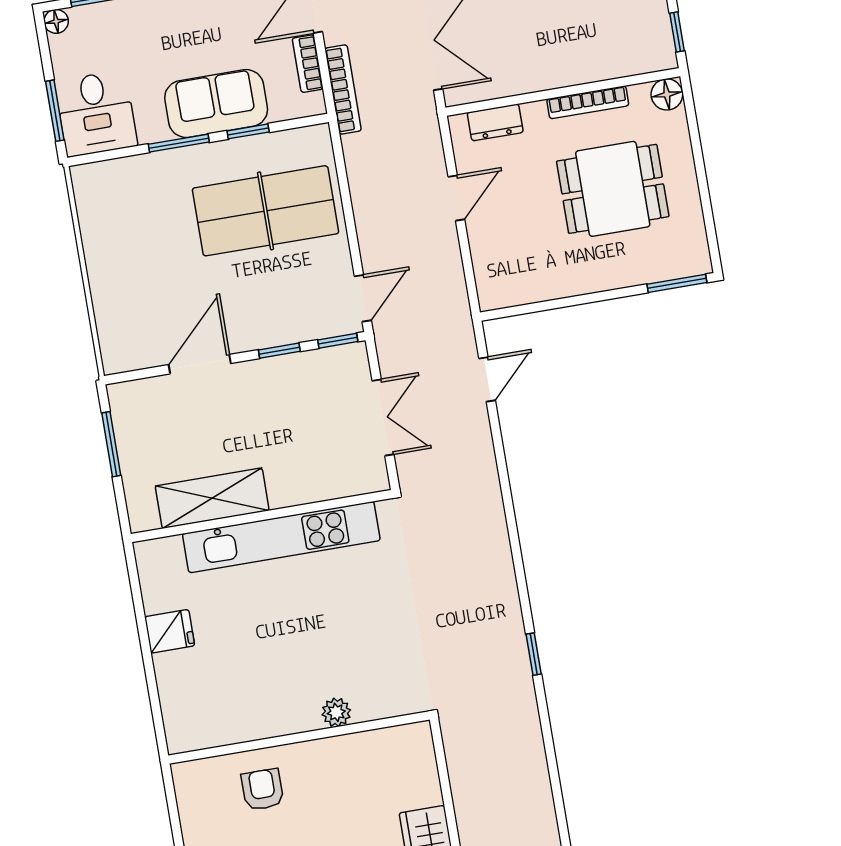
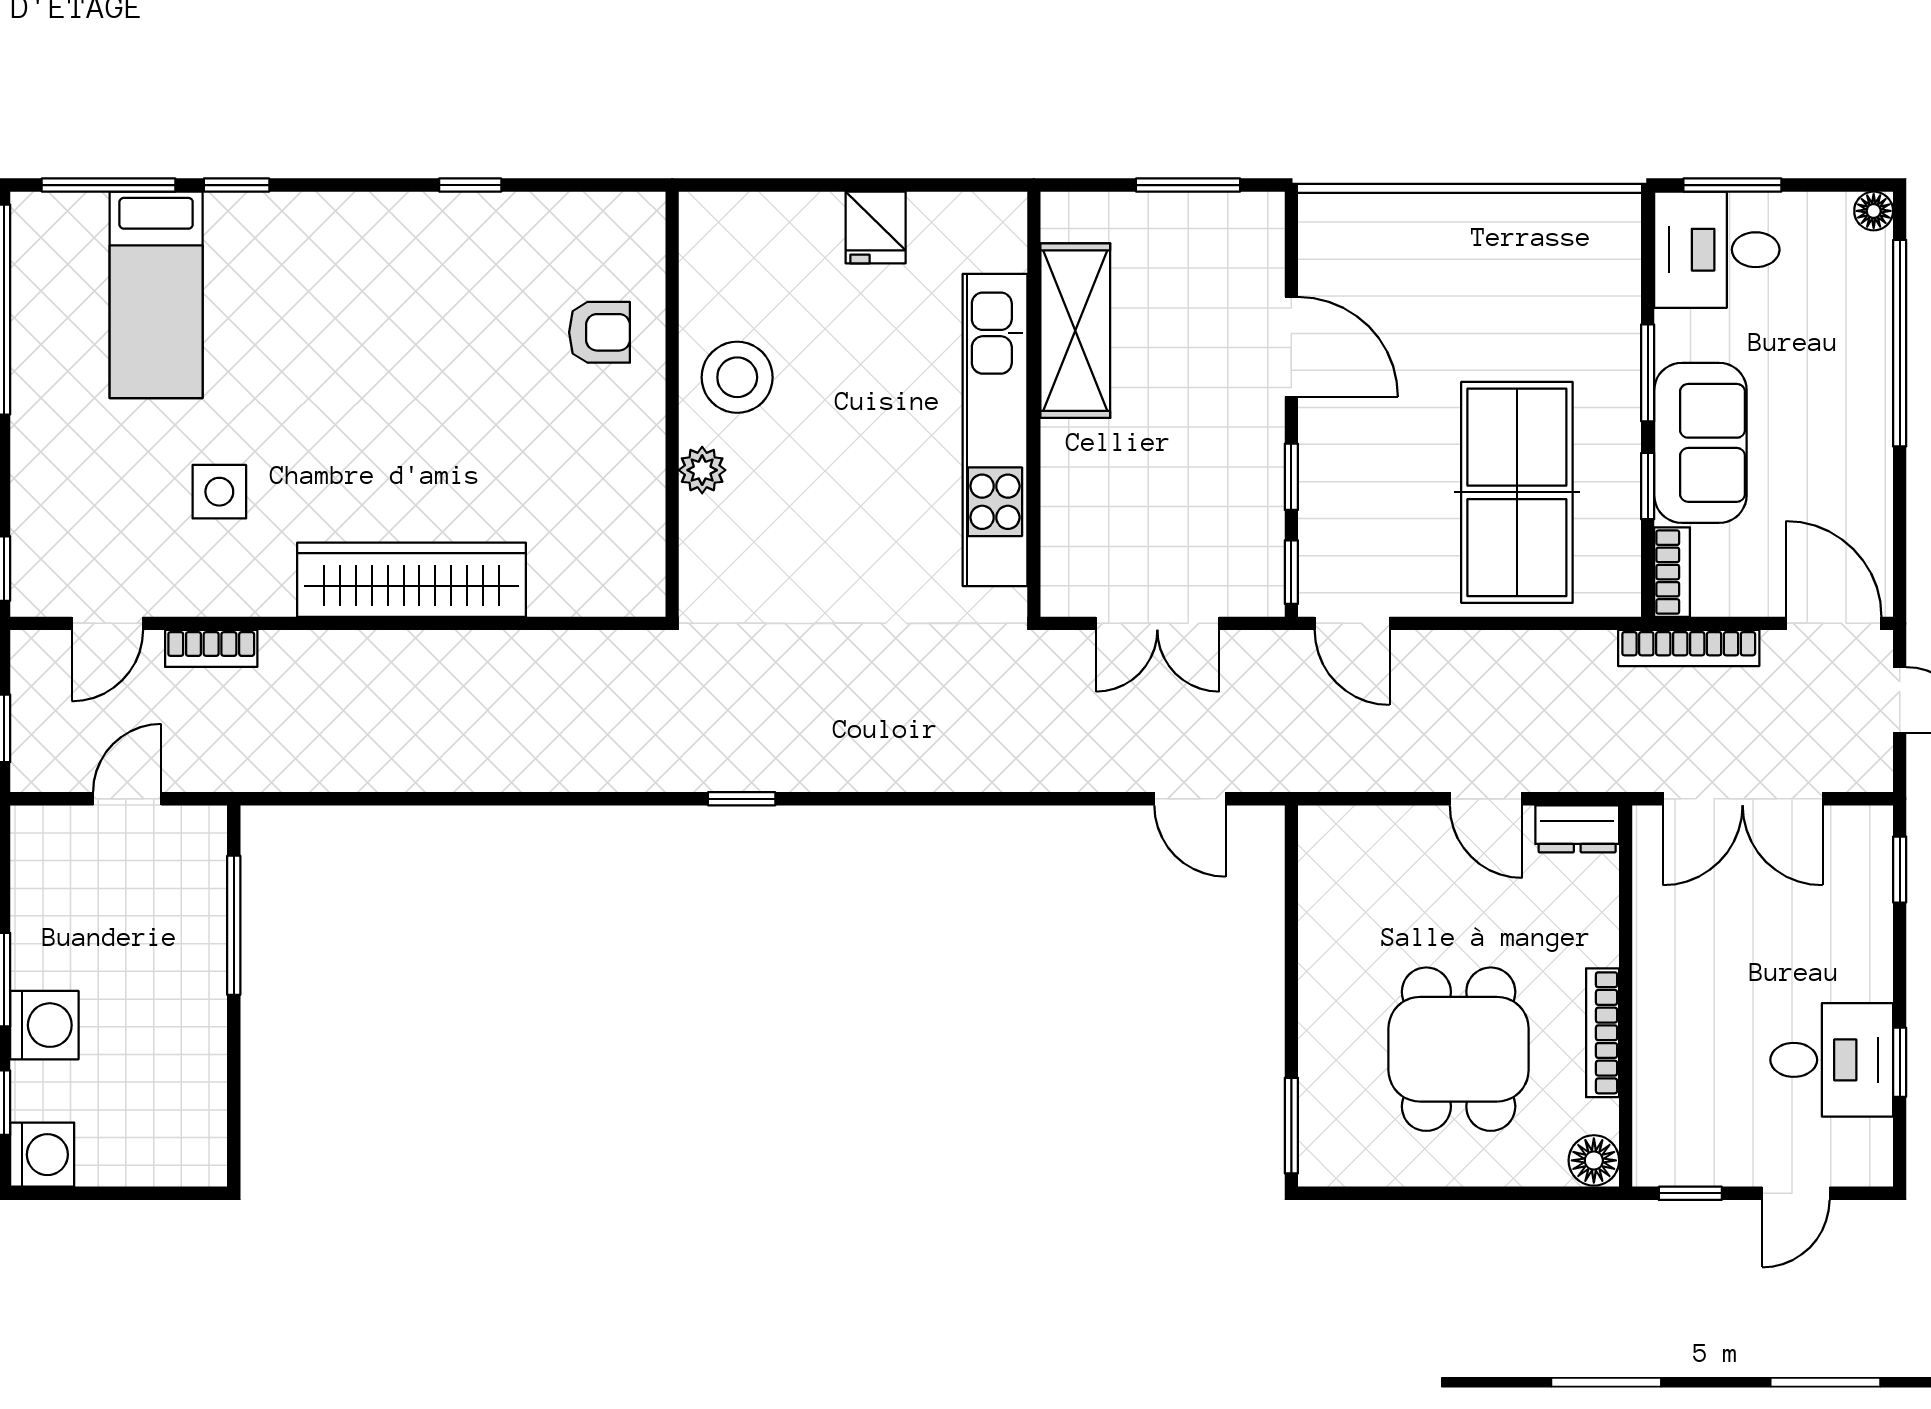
bookcase: (308, 64) -> (1672, 572), moved, turned 90
dresser: (495, 122) -> (1577, 829), moved, turned -90
stool: (276, 701) -> (737, 377), added

